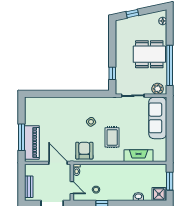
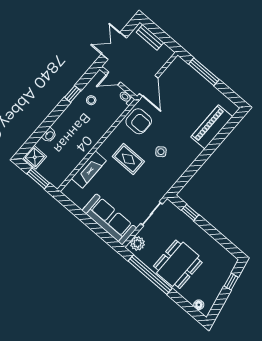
piano: (32, 142) -> (212, 127), moved, turned 90
door: (58, 163) -> (149, 86), hinge flipped

